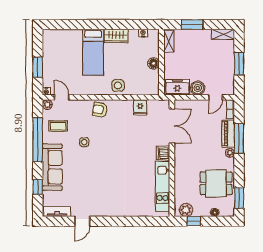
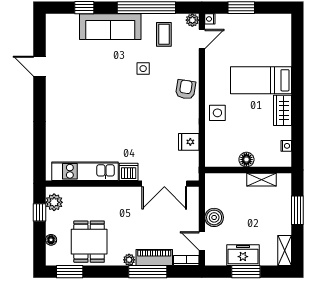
shelving: (169, 41) -> (261, 180), moved
freezer: (177, 87) -> (243, 255), moved, turned -90
tv unit: (57, 211) -> (52, 33), removed

